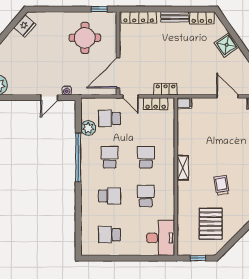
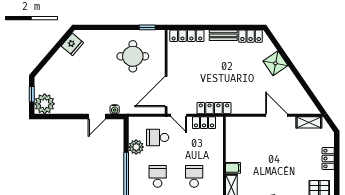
locker: (165, 89) -> (214, 108), width x1.53
filing cabinet: (184, 103) -> (233, 168), moved

